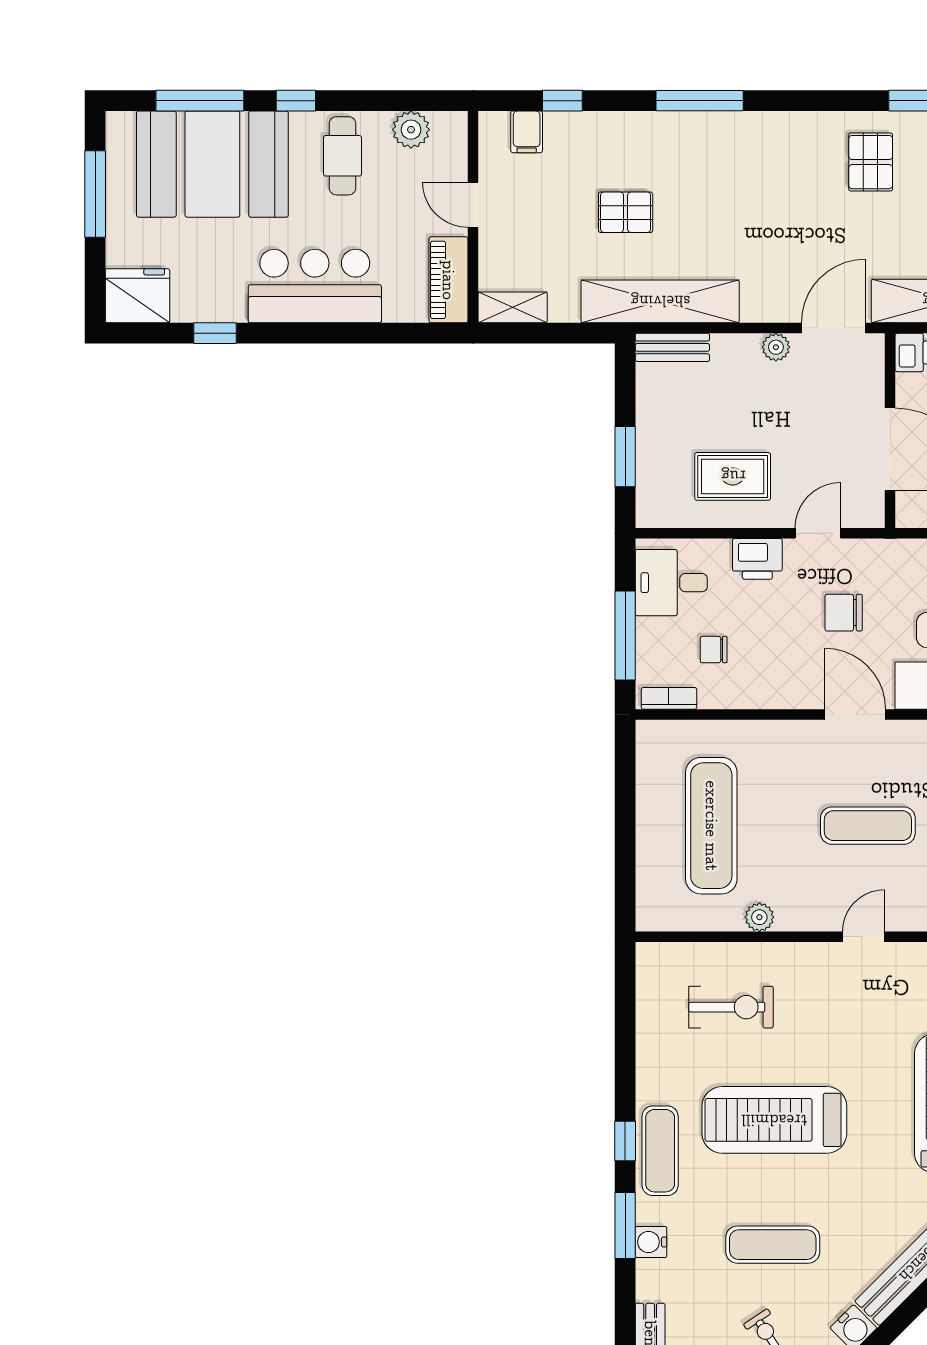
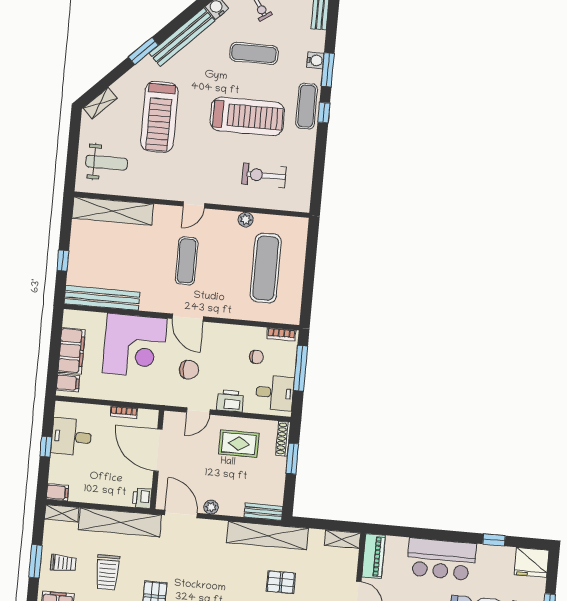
door: (833, 328) -> (181, 514), swing flipped
shoe rack: (647, 494) -> (283, 439), added
exercise mat: (868, 826) -> (187, 261), turned 90

